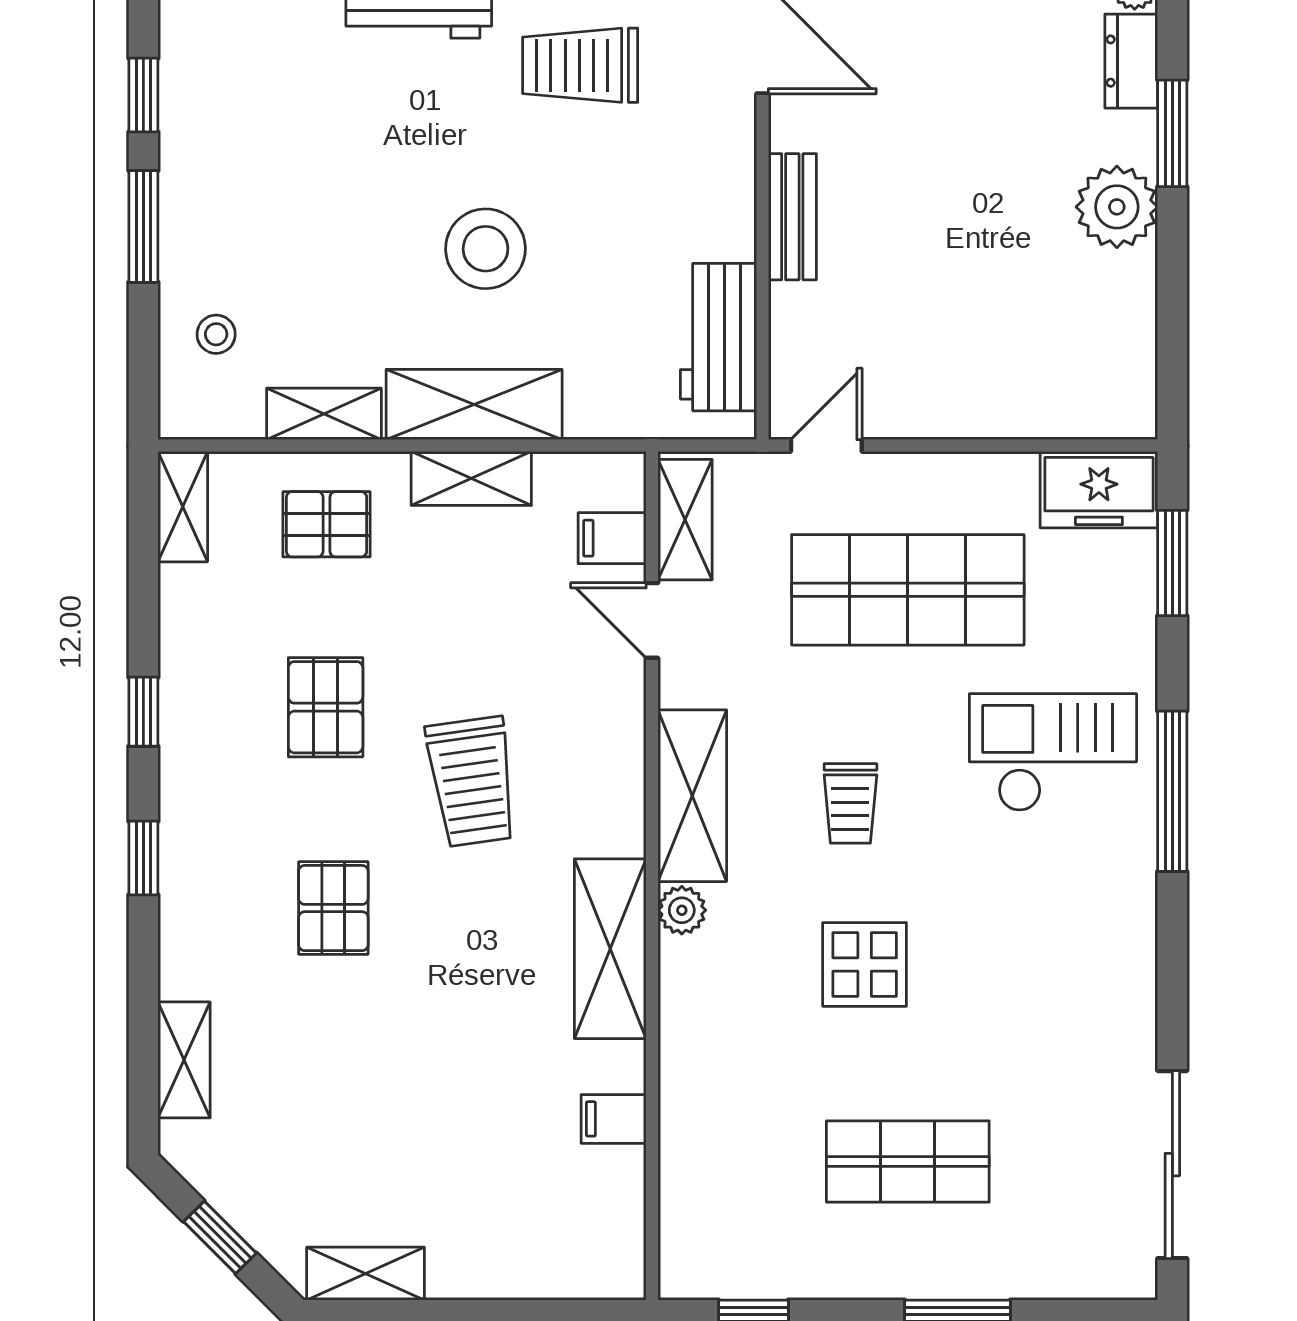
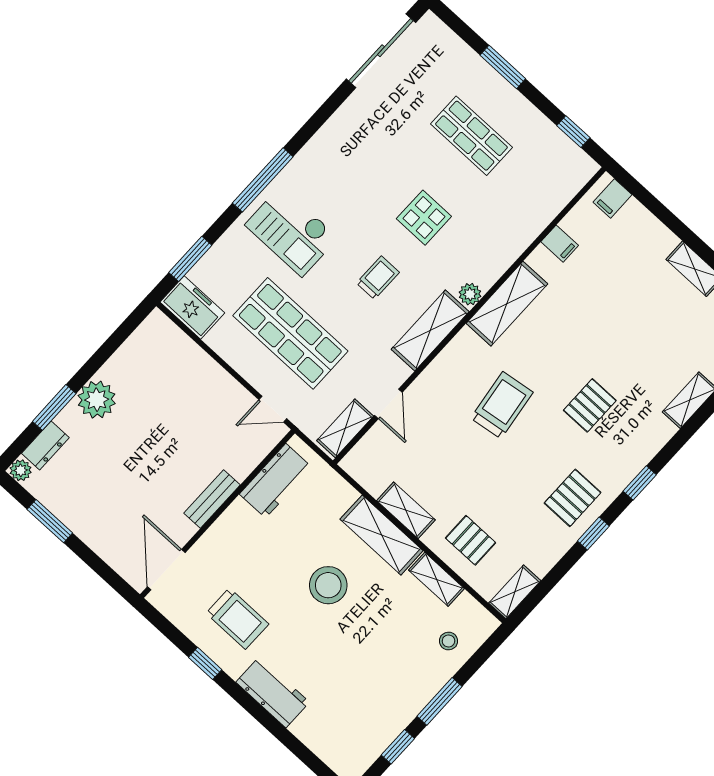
filing cabinet: (612, 538) -> (613, 198), moved, turned 90
pallet: (326, 707) -> (573, 498), moved

